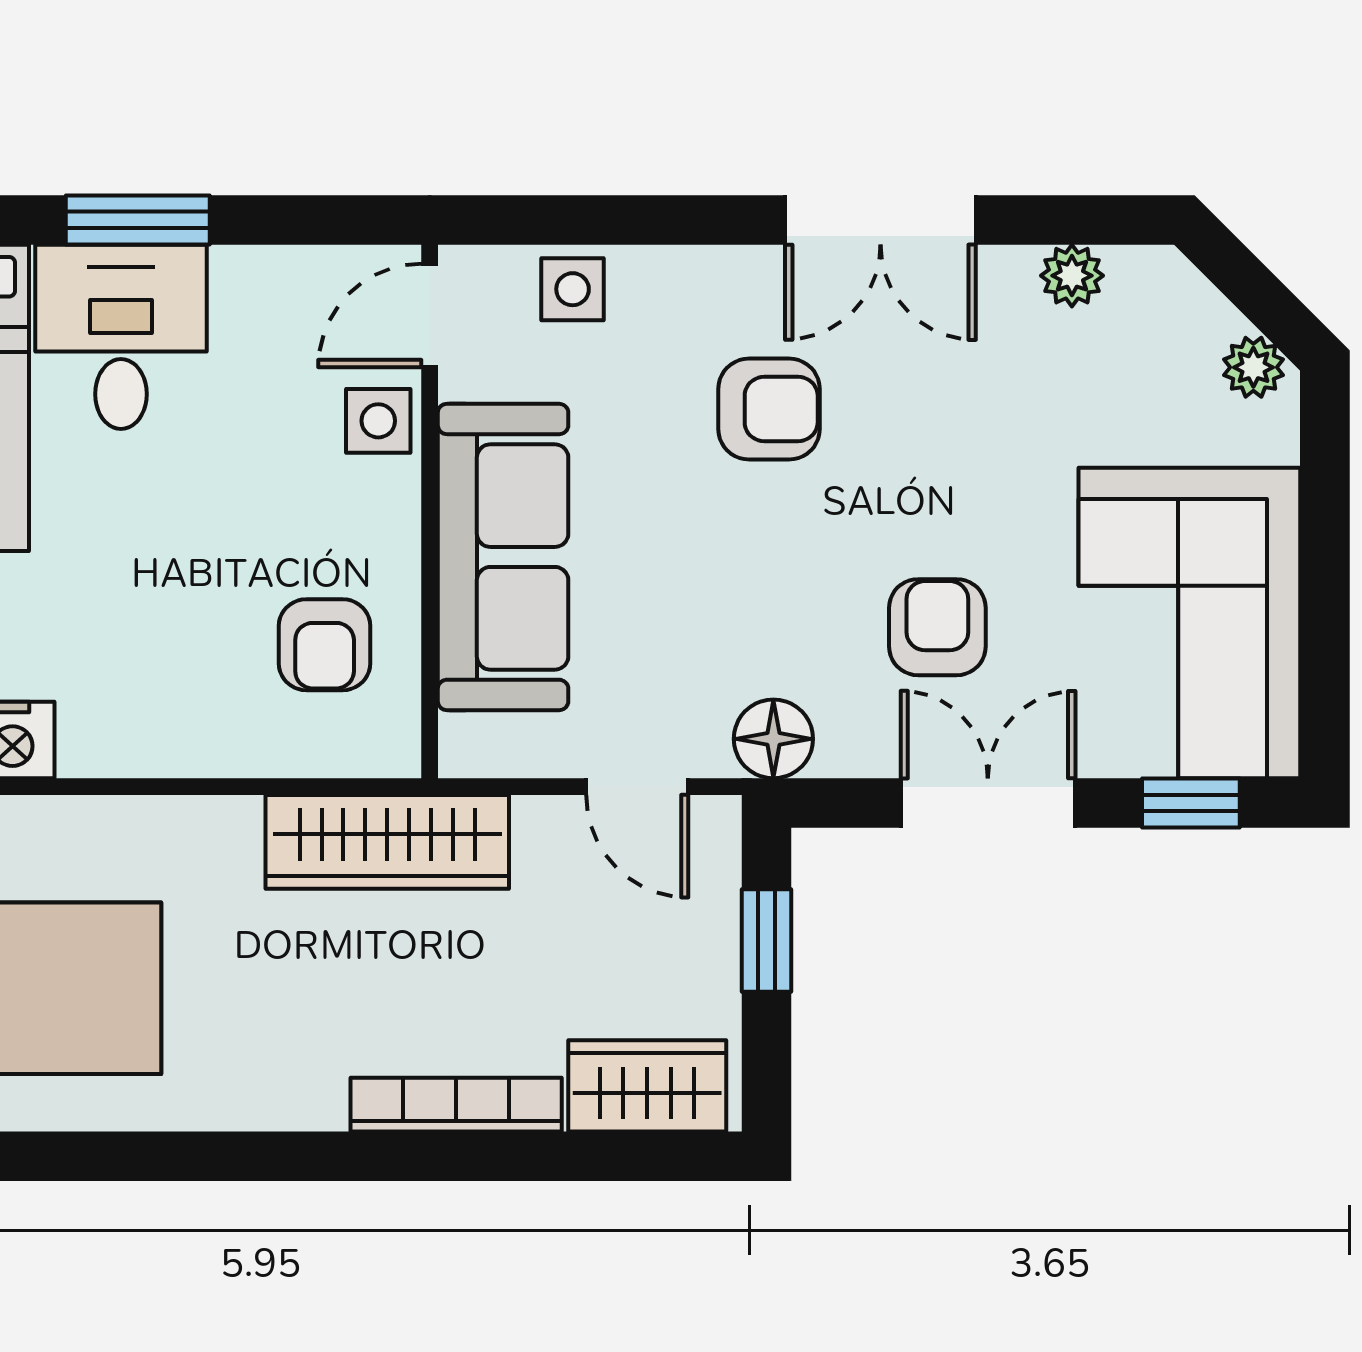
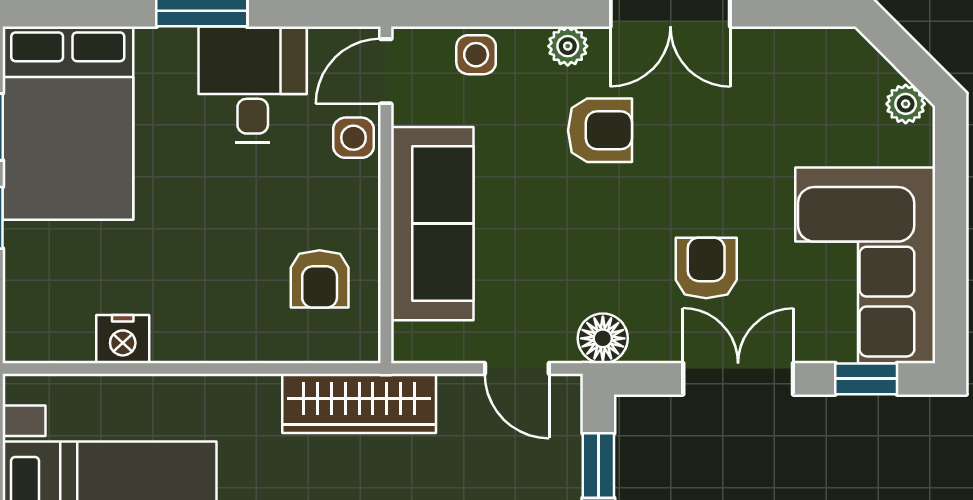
plant: (1072, 276) -> (568, 46), moved
desk: (121, 337) -> (253, 85), moved

